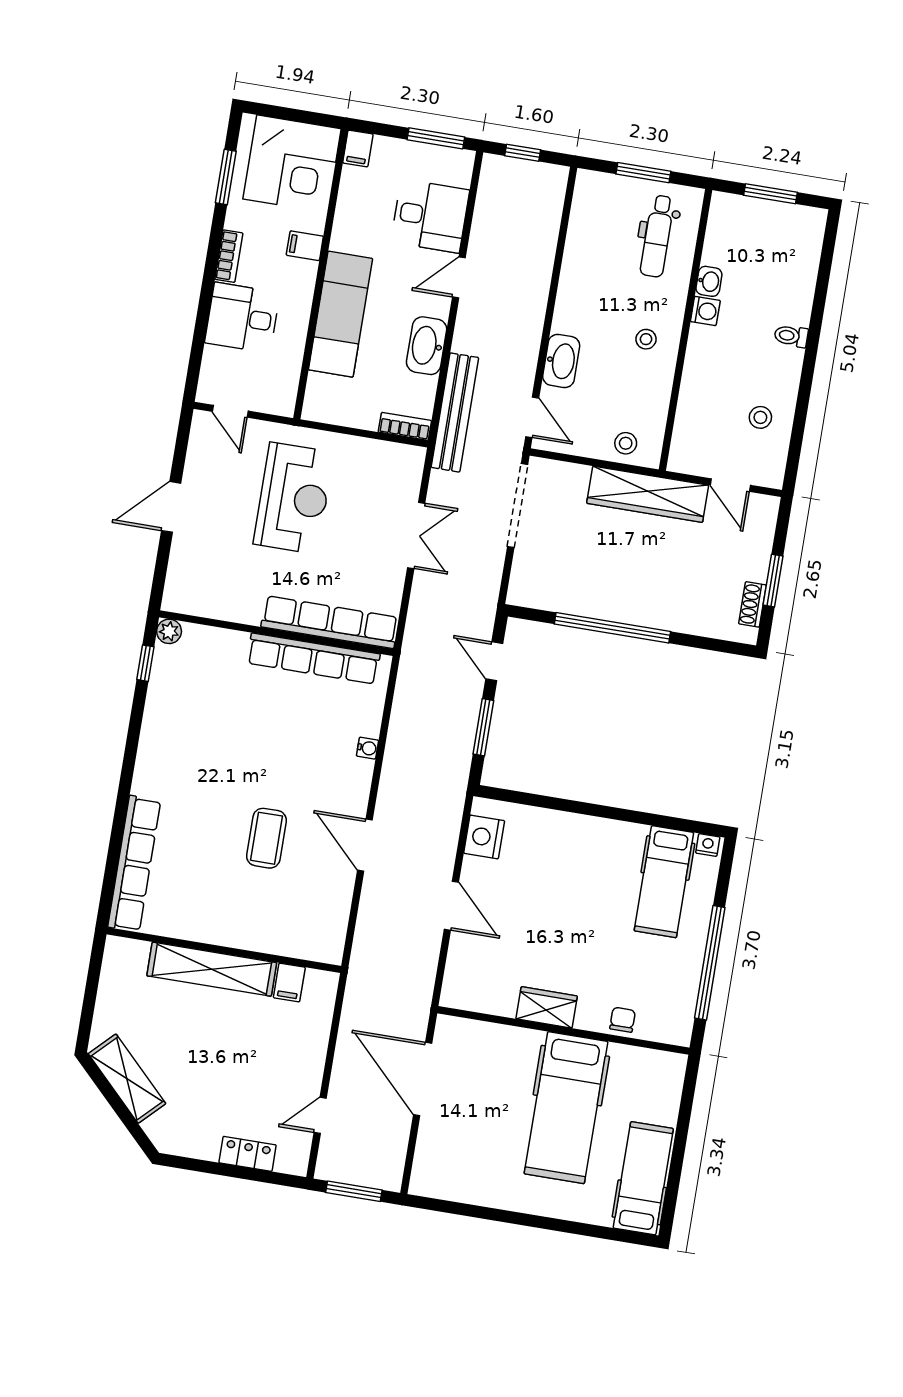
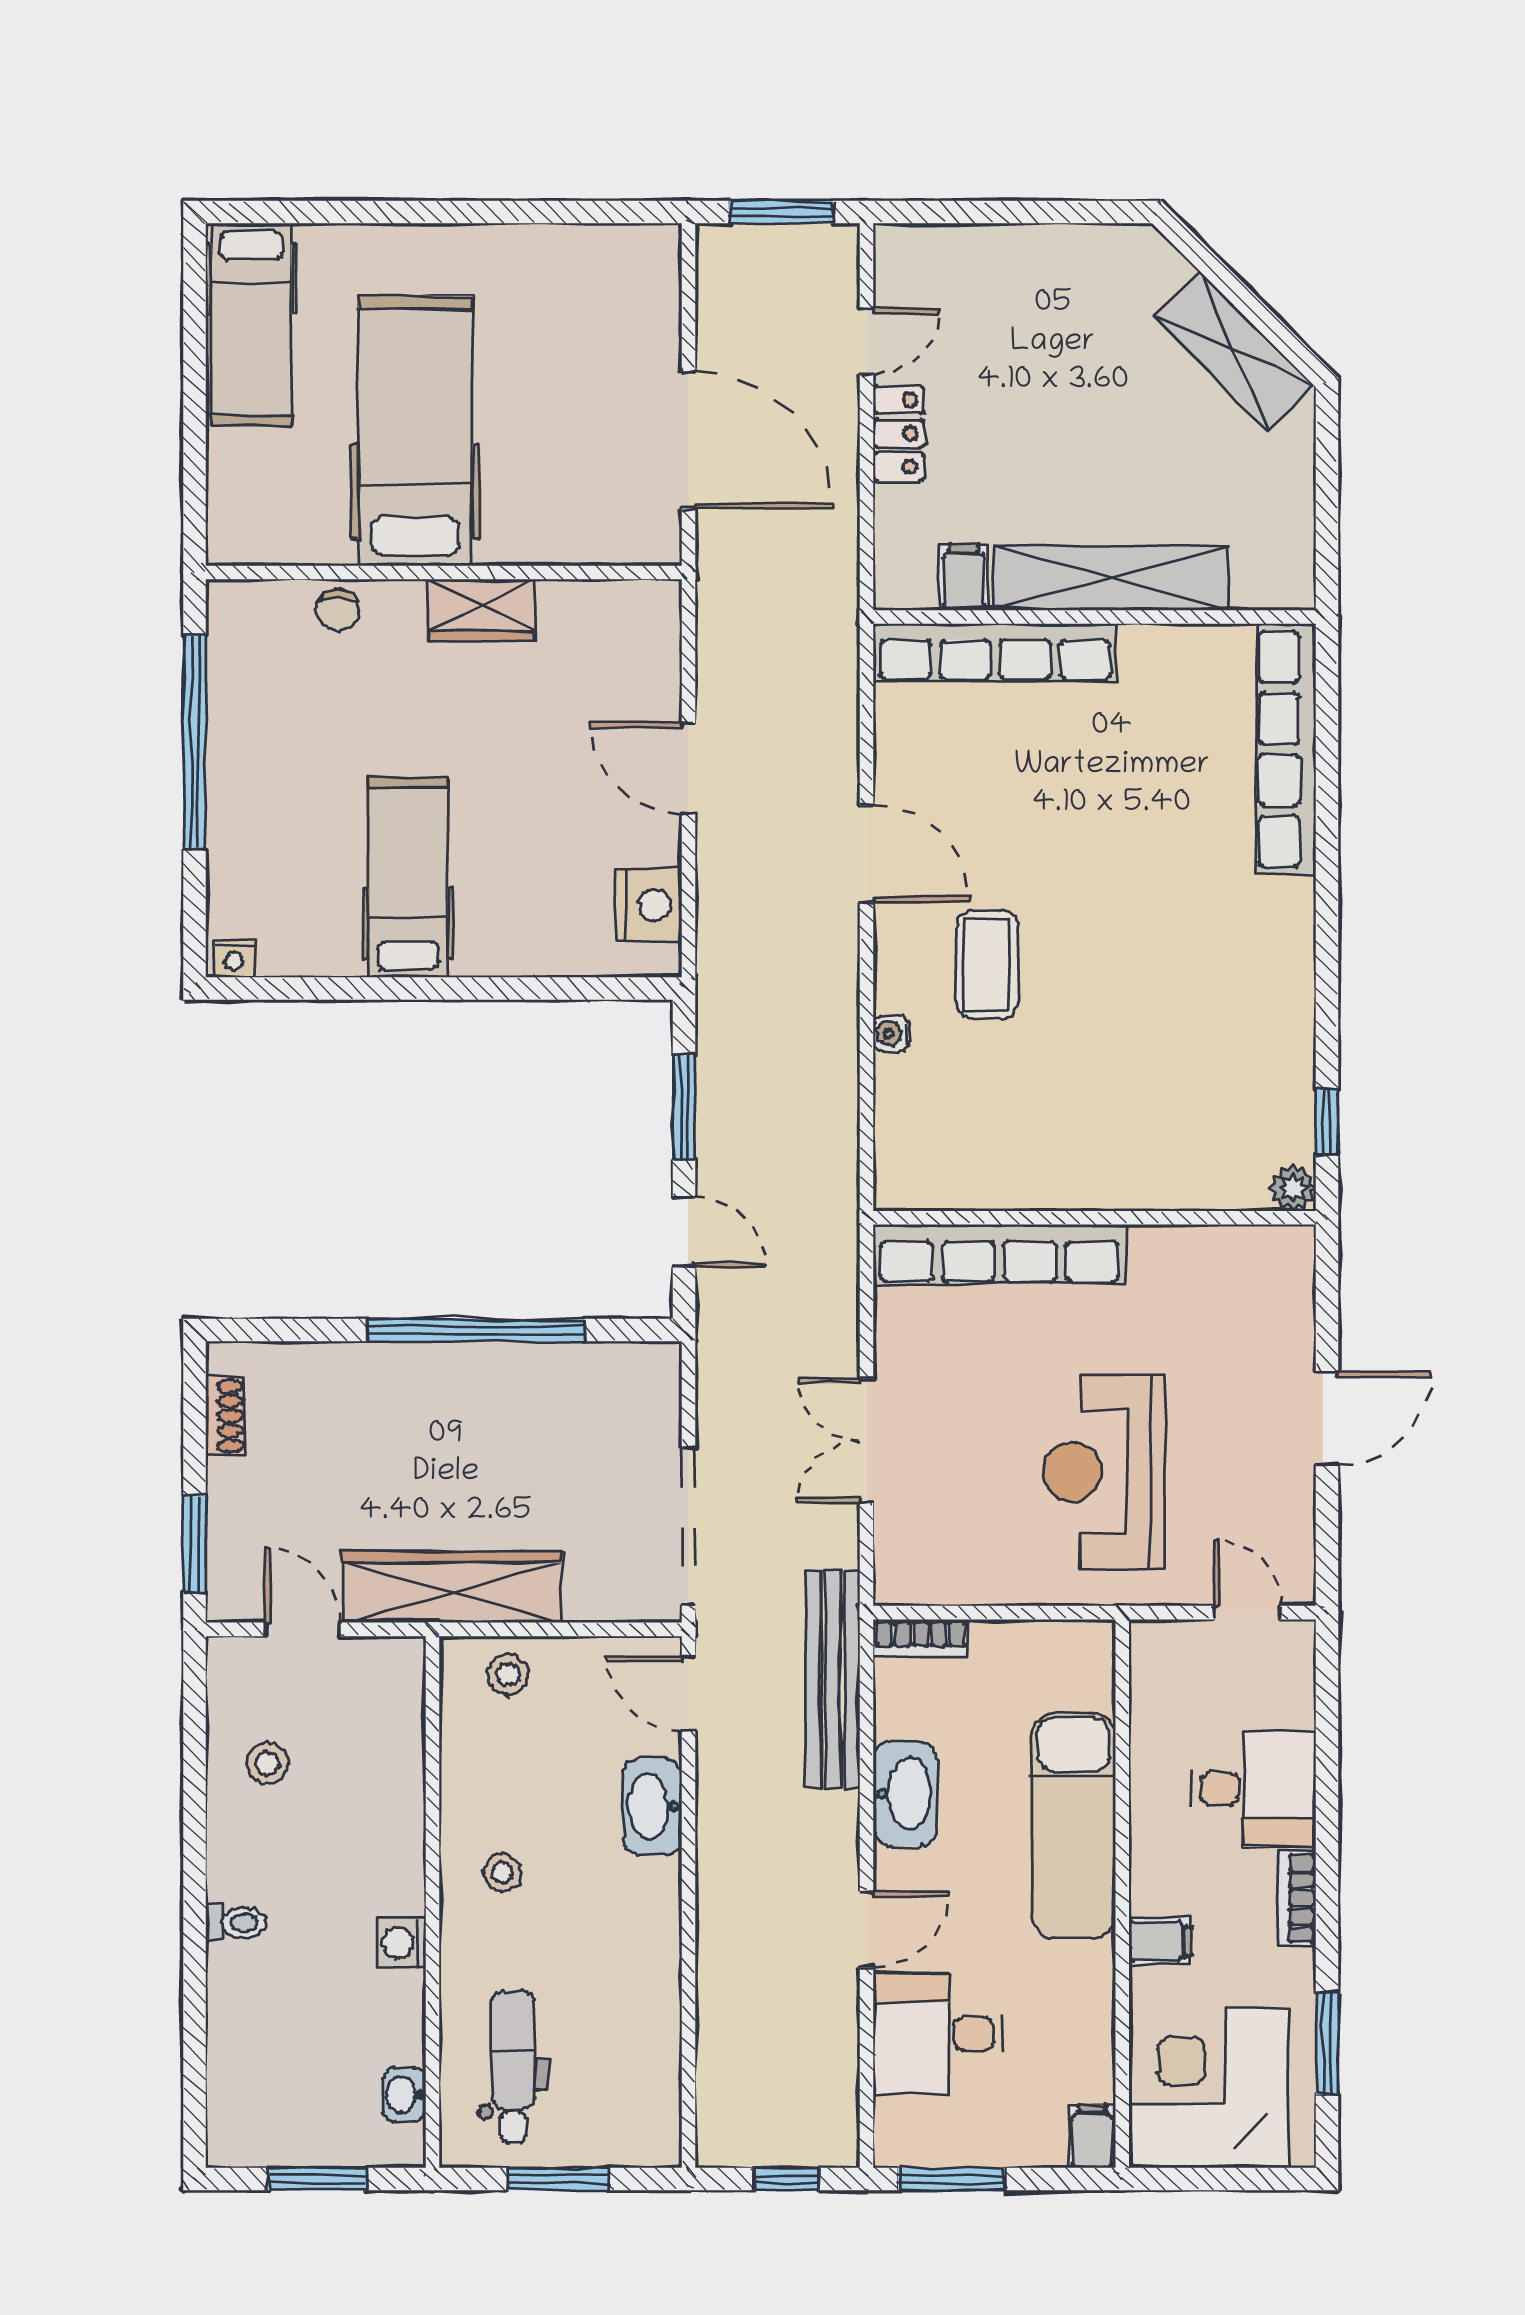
washbasin: (709, 281) -> (404, 2095), moved
window: (773, 581) -> (195, 1544), moved
row of seats: (313, 659) -> (995, 653), moved, turned 180
coffee table: (266, 838) -> (987, 964), moved
hospital bed: (664, 882) -> (408, 877), moved
locker: (248, 1154) -> (898, 433), moved, turned -90

